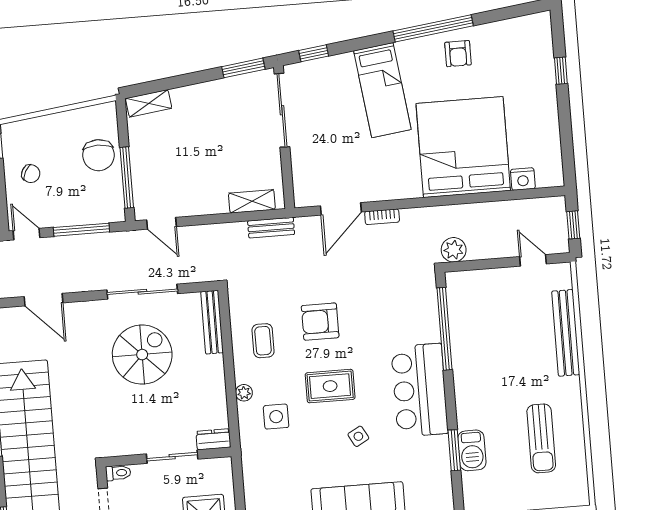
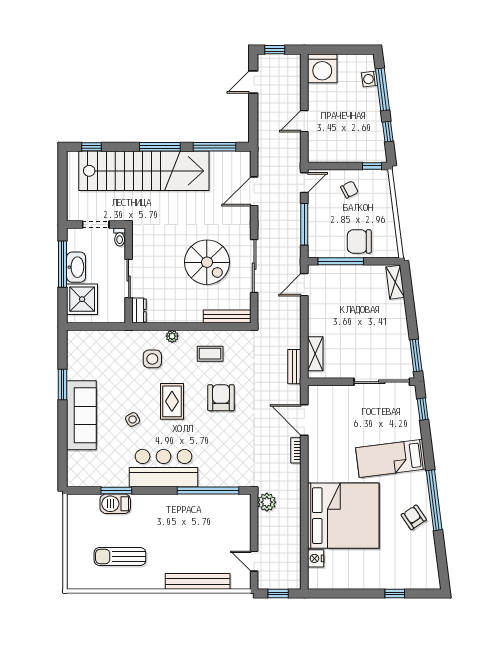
armchair: (458, 54) -> (414, 517), turned 56
chair: (31, 174) -> (349, 190), turned -145
door: (533, 260) -> (254, 561), swing flipped

